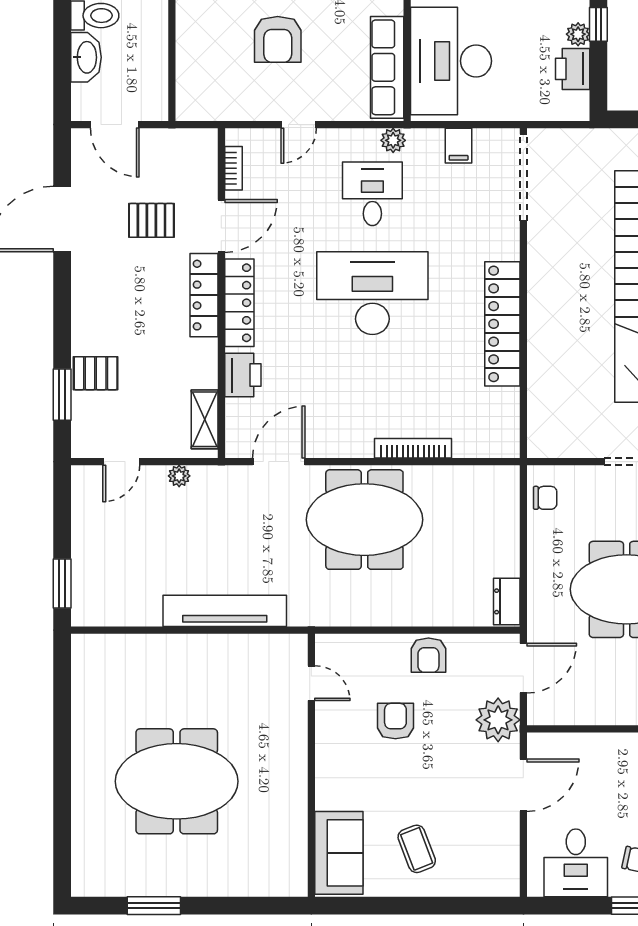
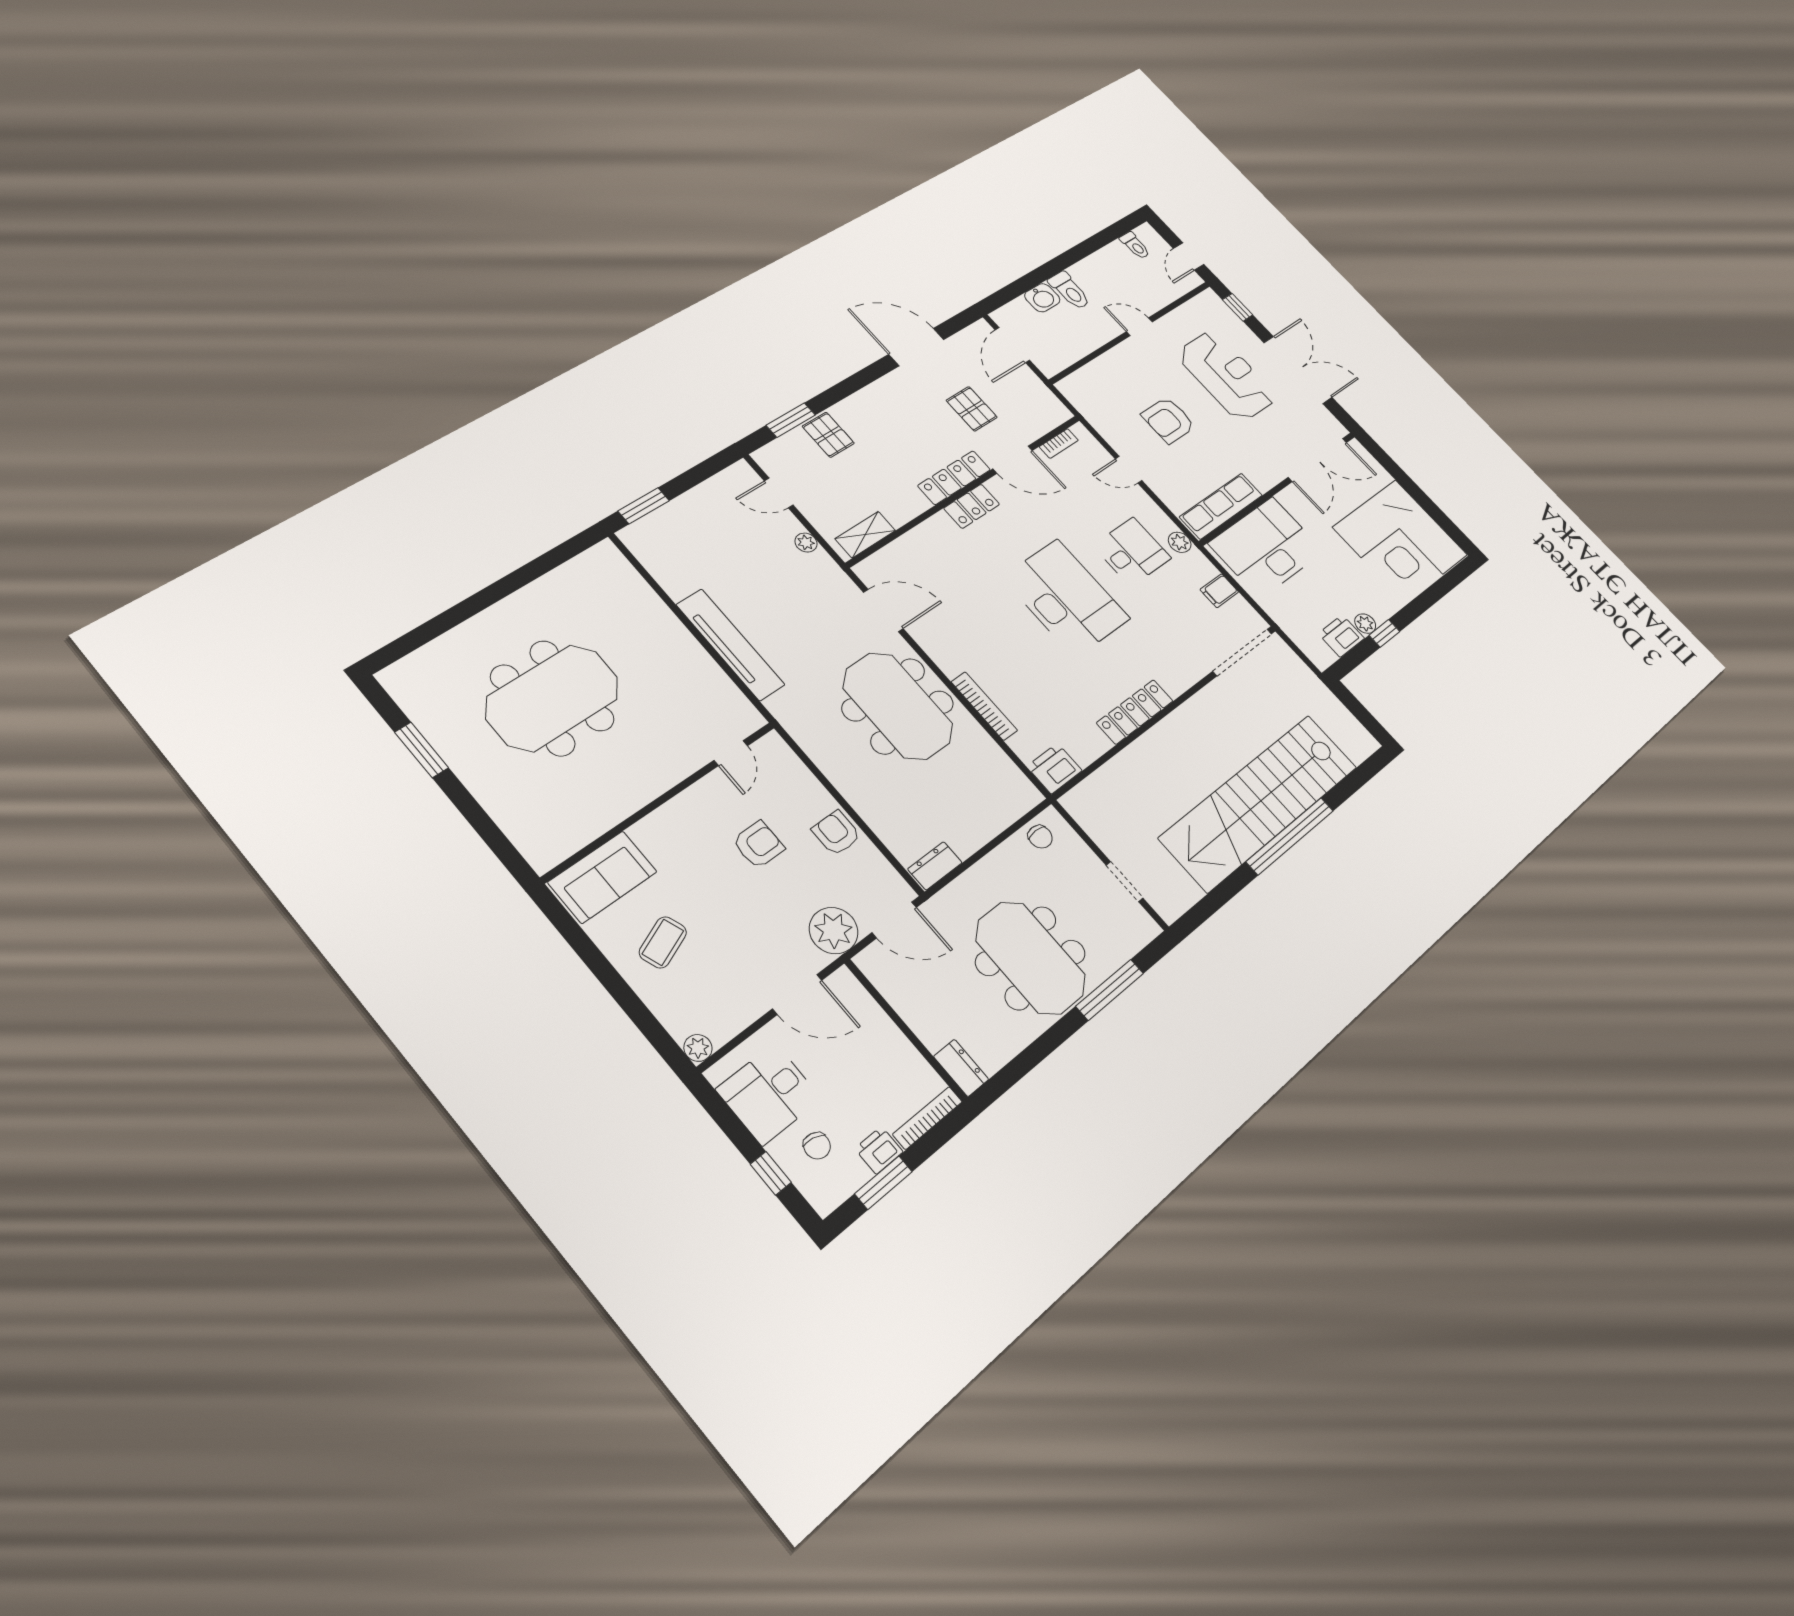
washbasin: (86, 57) -> (1042, 298), width x0.72
locker: (239, 303) -> (972, 506), width x0.66
locker: (502, 324) -> (1135, 712), width x0.71, depth x0.83
printer: (243, 375) -> (1054, 768), moved, turned 180
armchair: (428, 655) -> (836, 833), turned 90
meeting table: (177, 781) -> (552, 698), turned 90
plant: (508, 885) -> (698, 1048), added

